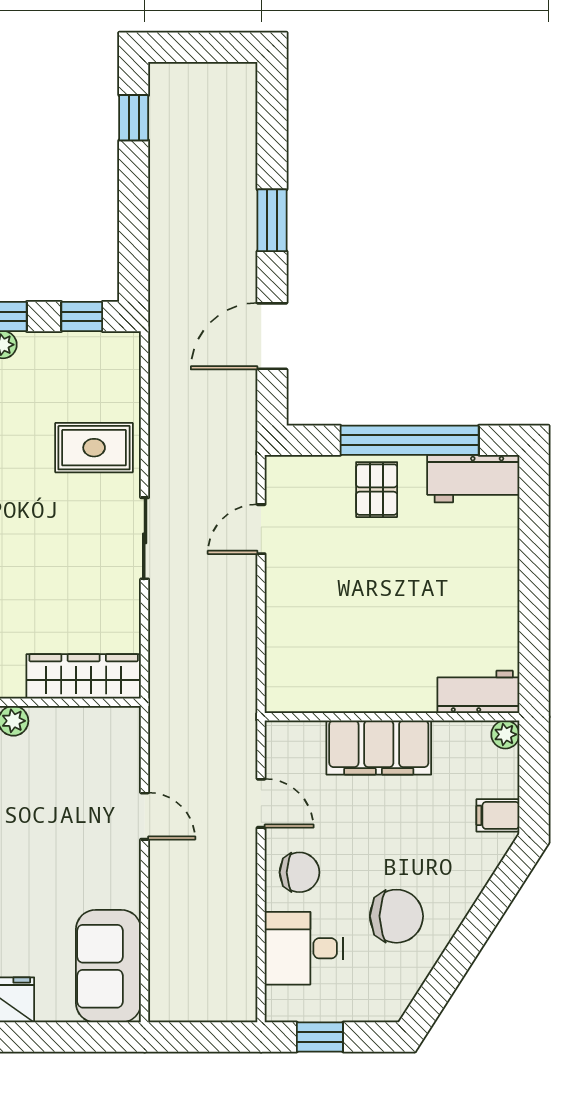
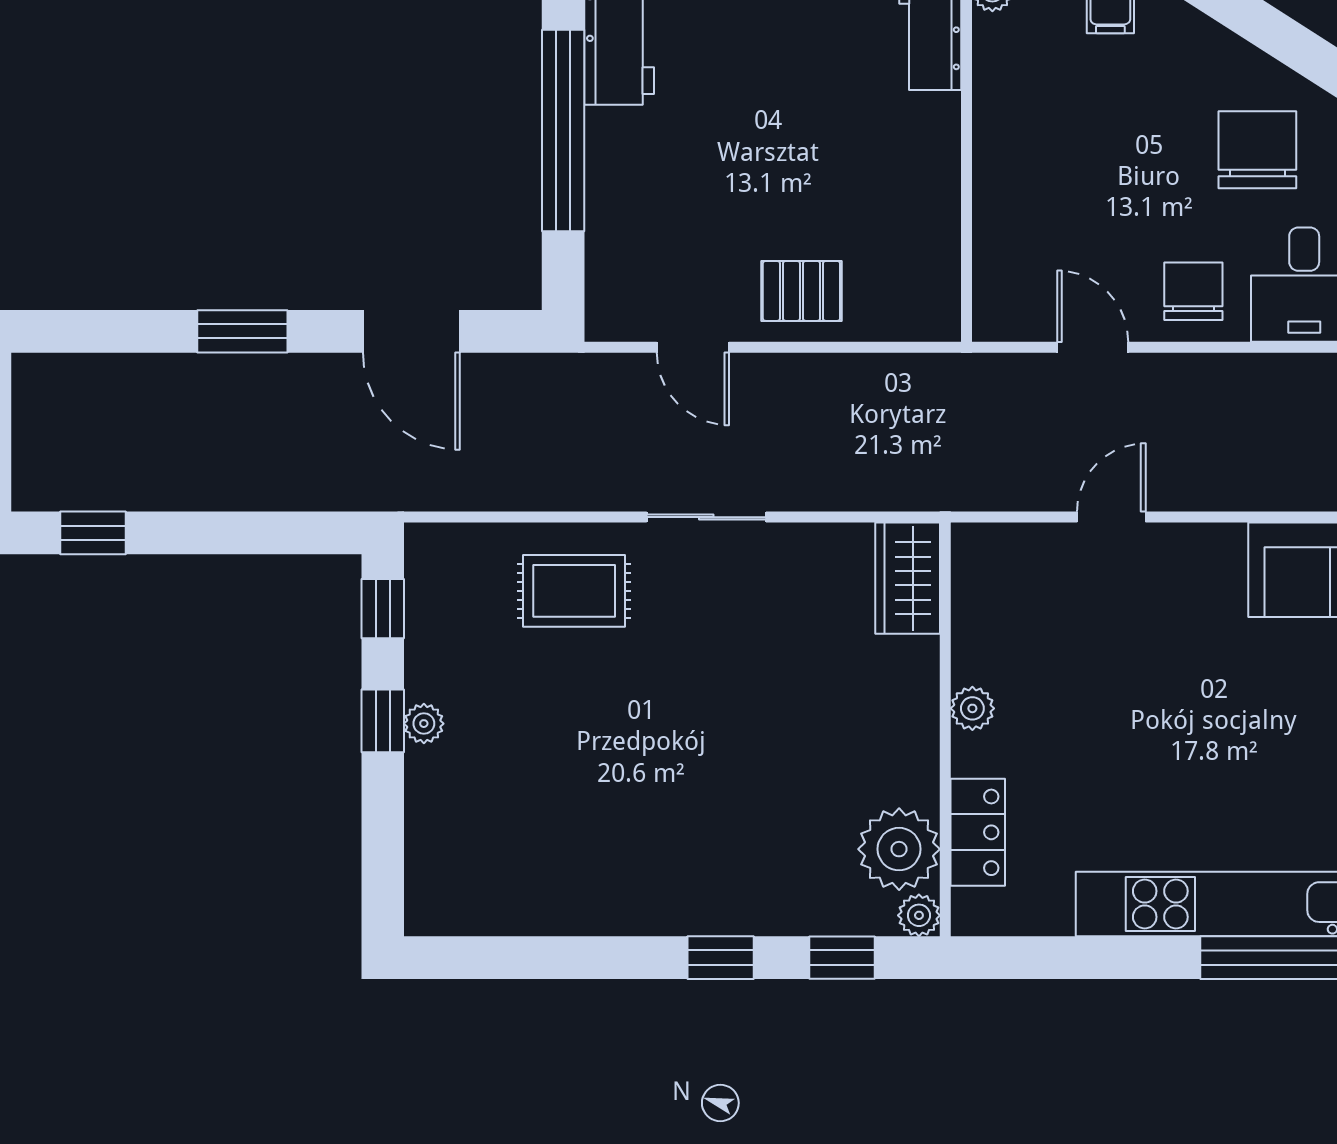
rug: (94, 448) -> (574, 591), turned 90
pallet: (377, 490) -> (801, 291), moved
wardrobe: (84, 676) -> (908, 578), width x0.67
filing cabinet: (379, 748) -> (1011, 176), removed
door: (261, 803) -> (1093, 347), hinge flipped

